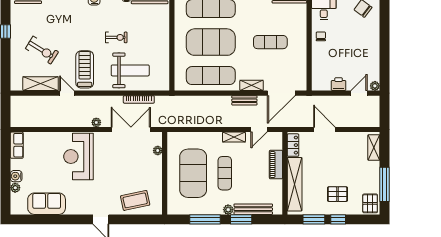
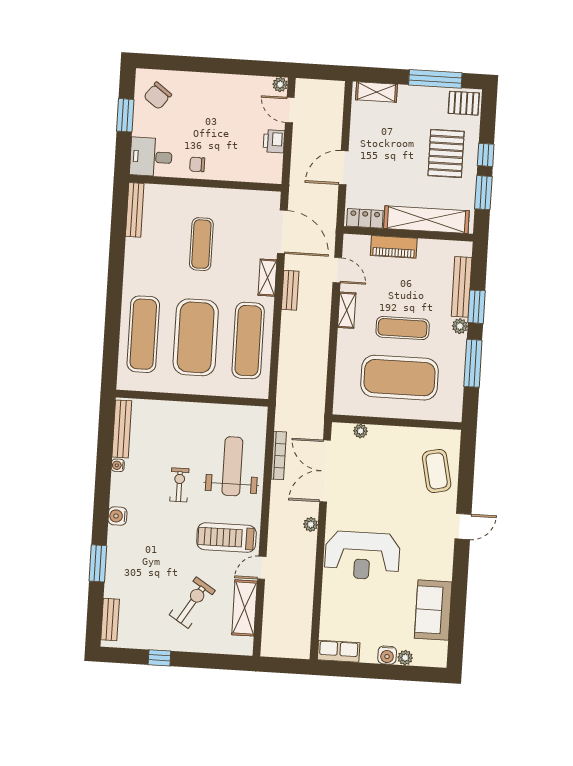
pallet: (337, 194) -> (446, 153), width x1.50, depth x1.42

